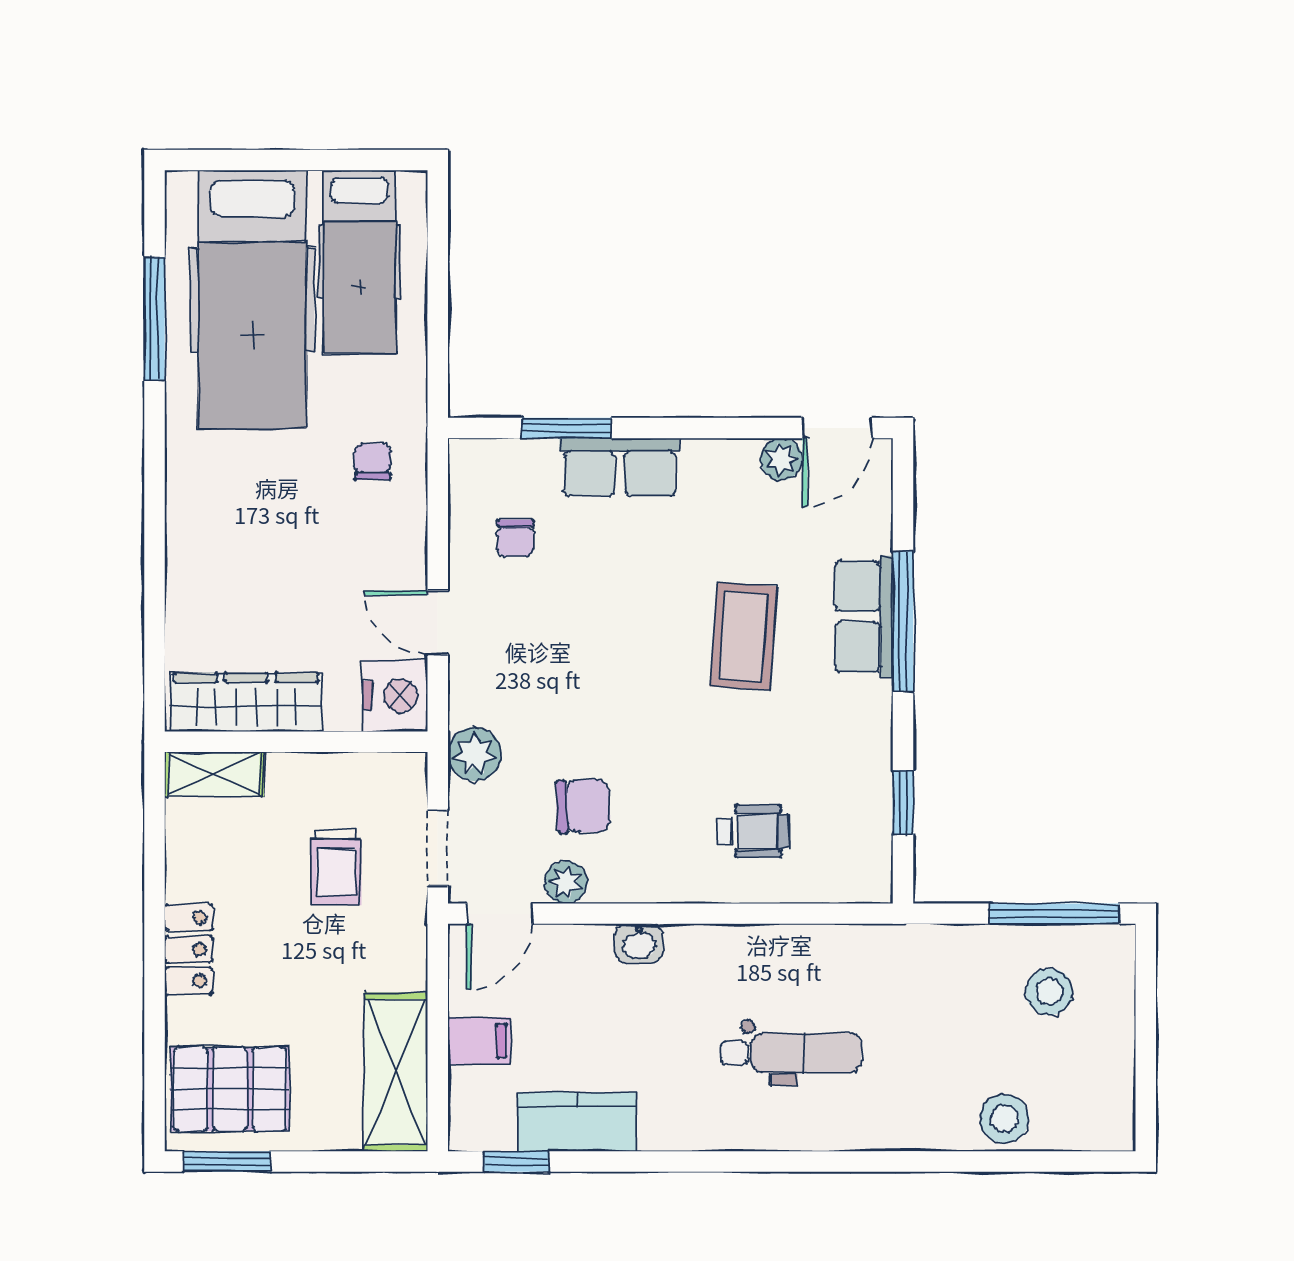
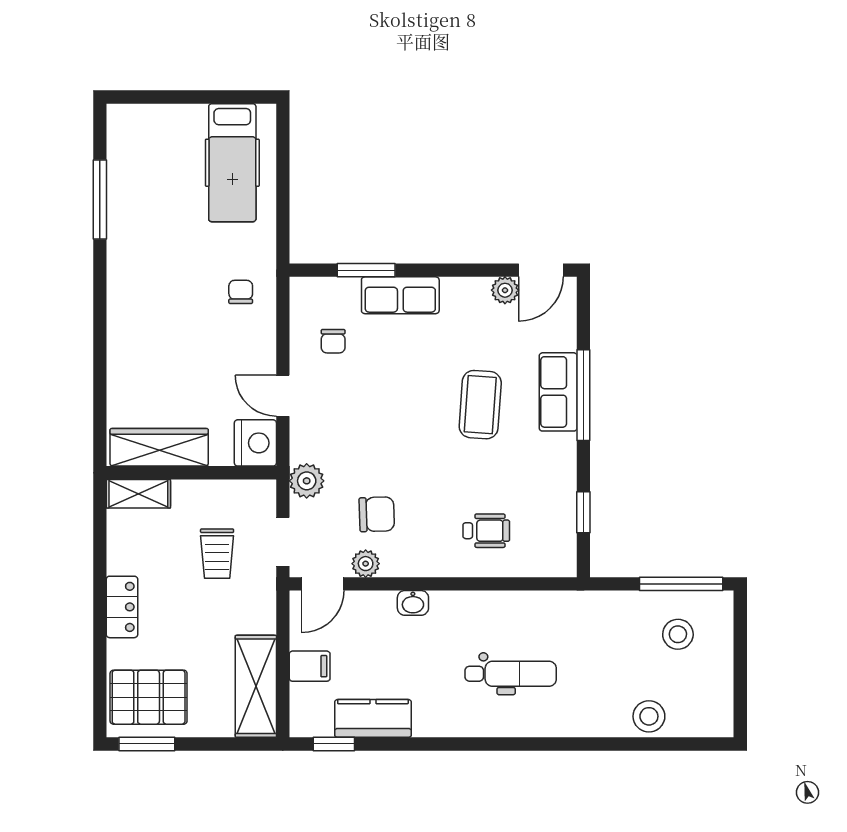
hospital bed: (252, 299) -> (163, 187), removed

